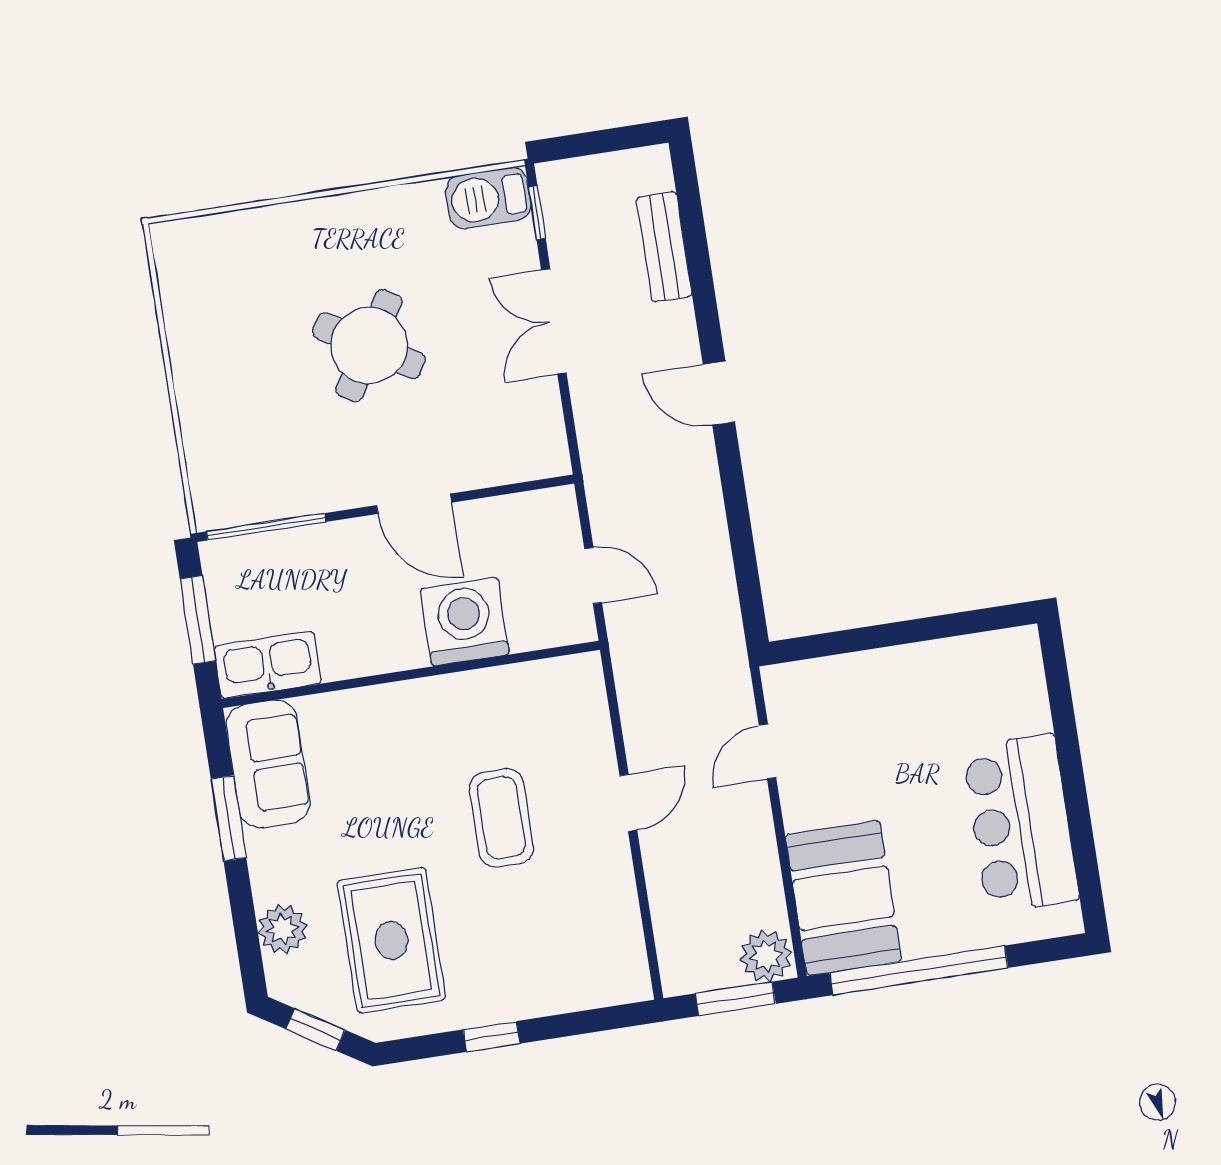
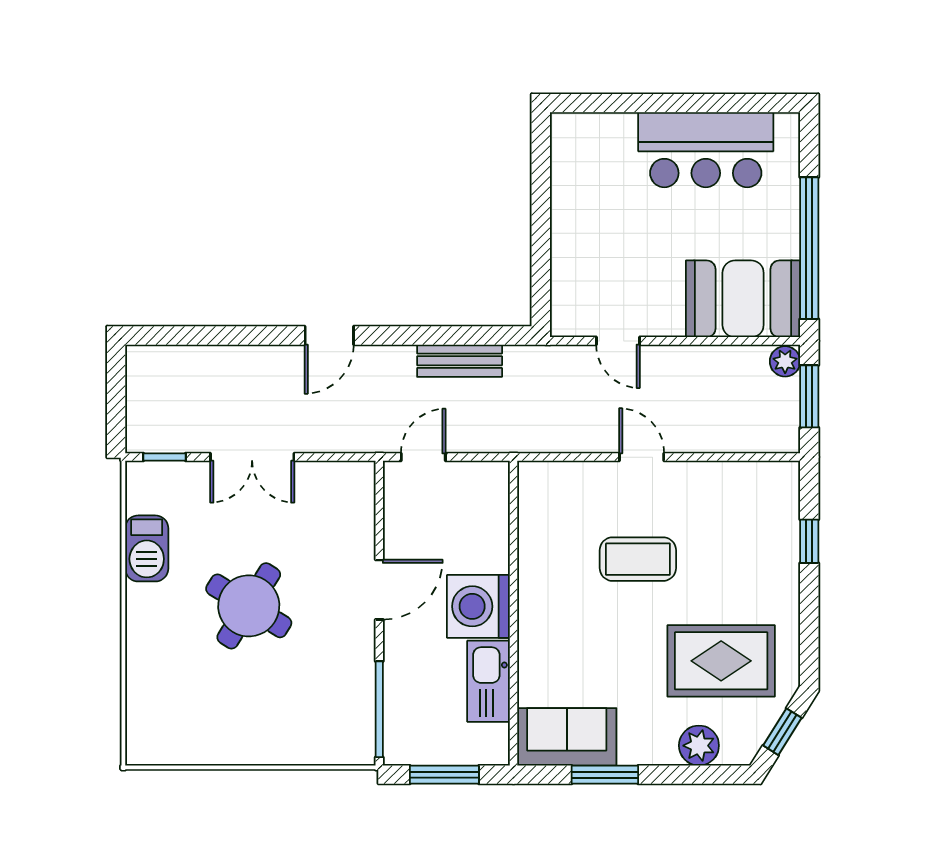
barbecue: (488, 198) -> (147, 548), moved
bench: (664, 247) -> (460, 361), moved
door: (593, 576) -> (423, 457), moved
washing machine: (465, 622) -> (478, 606), moved
kitchen sink: (268, 665) -> (489, 681), moved
plant: (766, 956) -> (785, 361), width x0.73, depth x0.73
window: (491, 1036) -> (809, 541), moved

